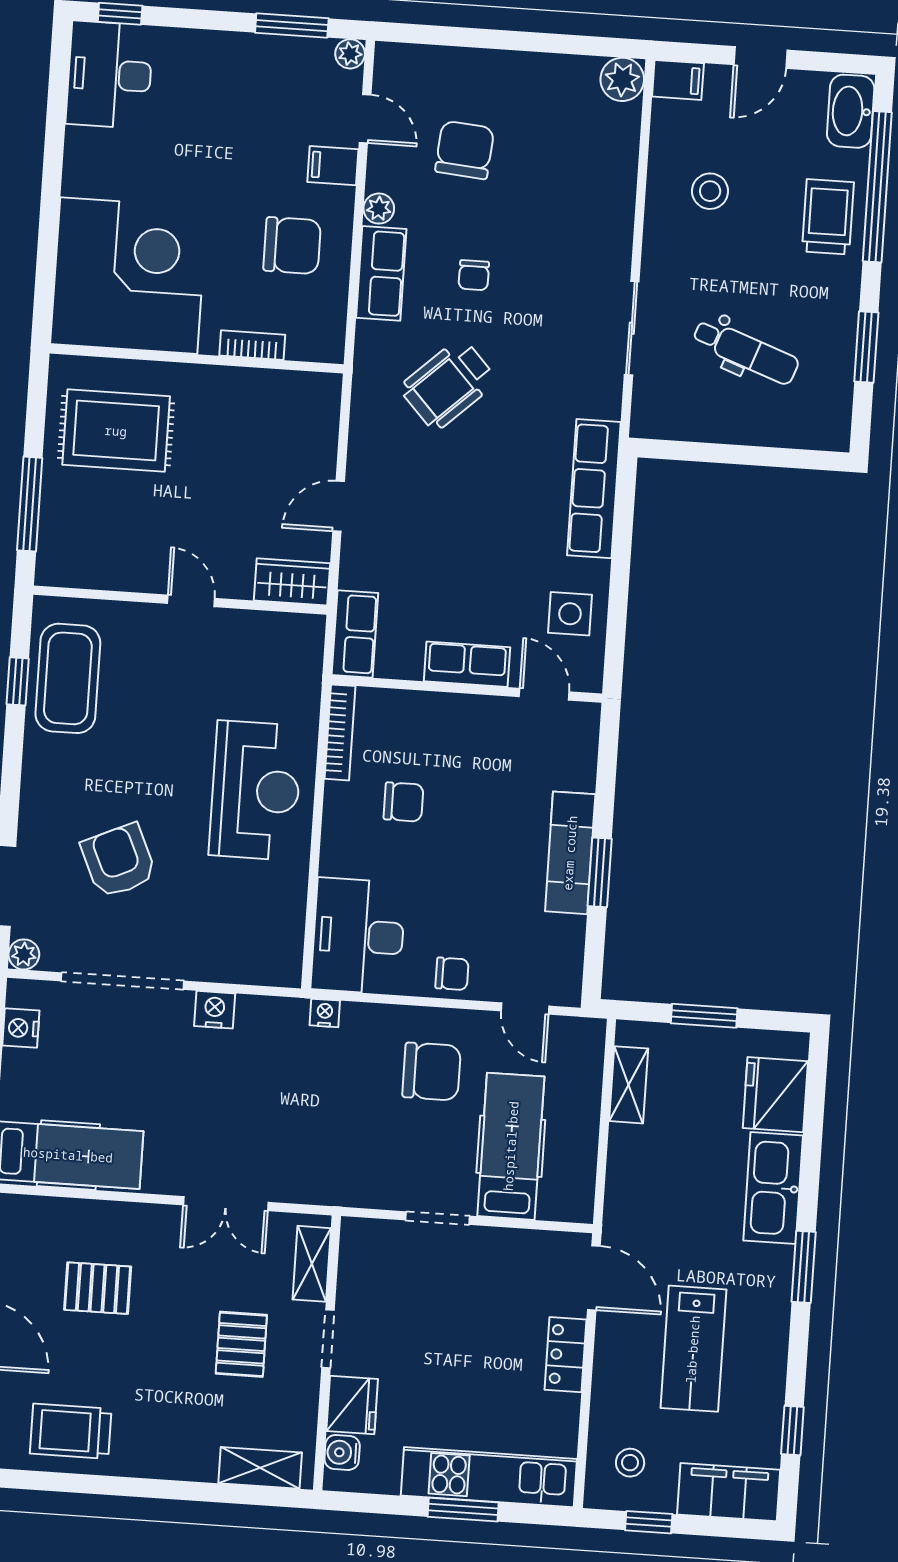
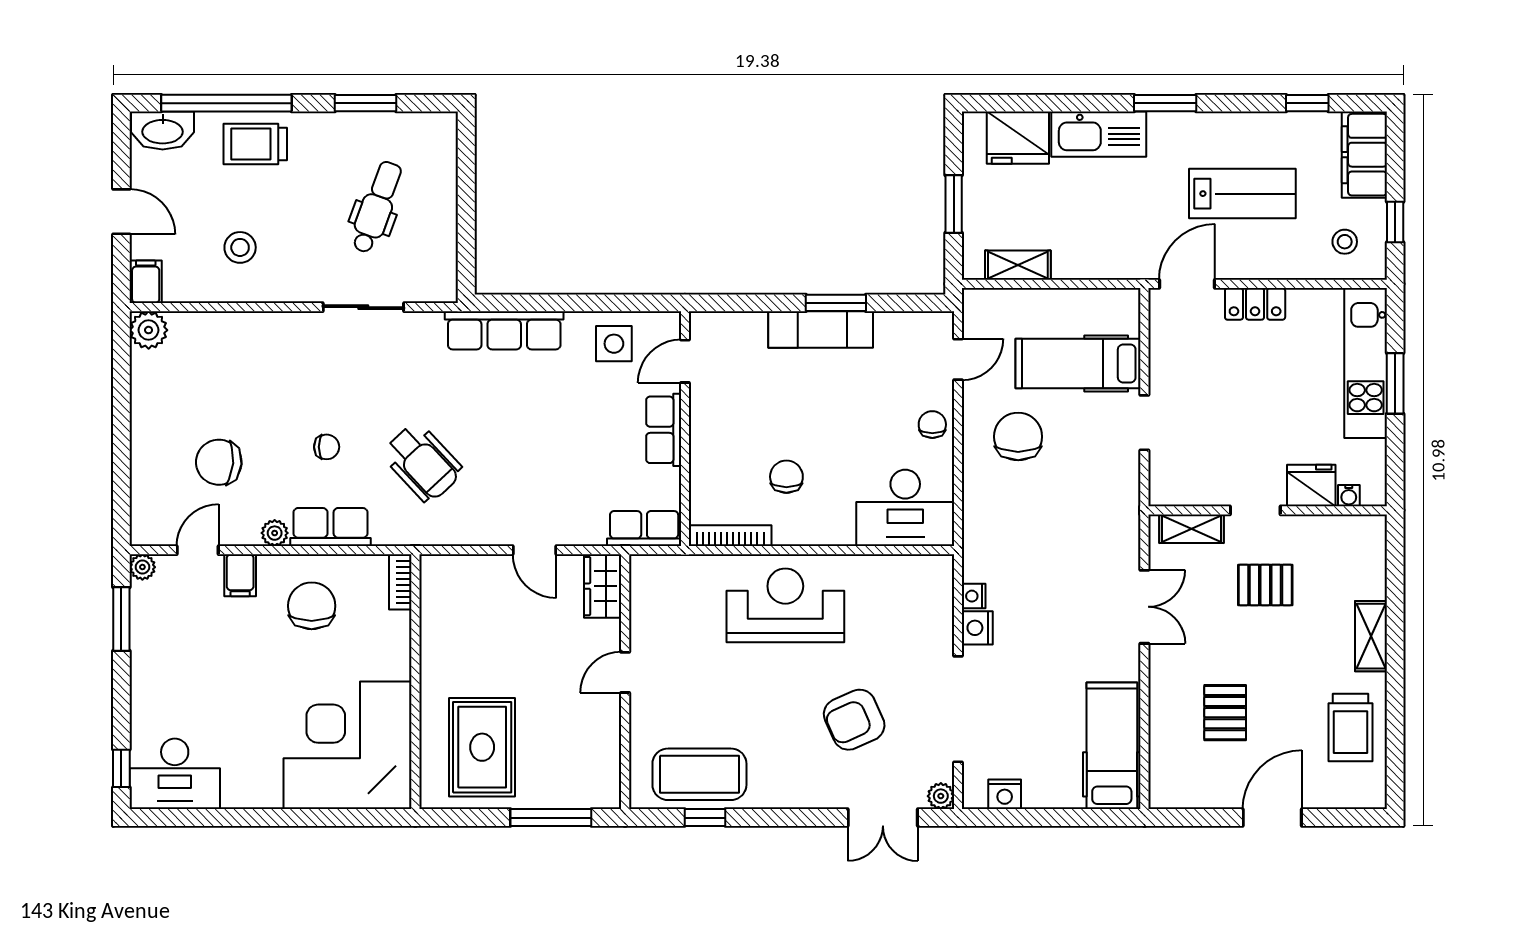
bookcase: (252, 345) -> (400, 582), moved
nightstand: (325, 1013) -> (974, 596), moved
water cooler: (342, 1452) -> (1349, 496), width x0.72, depth x0.72
shelving: (260, 1468) -> (1371, 636), moved

